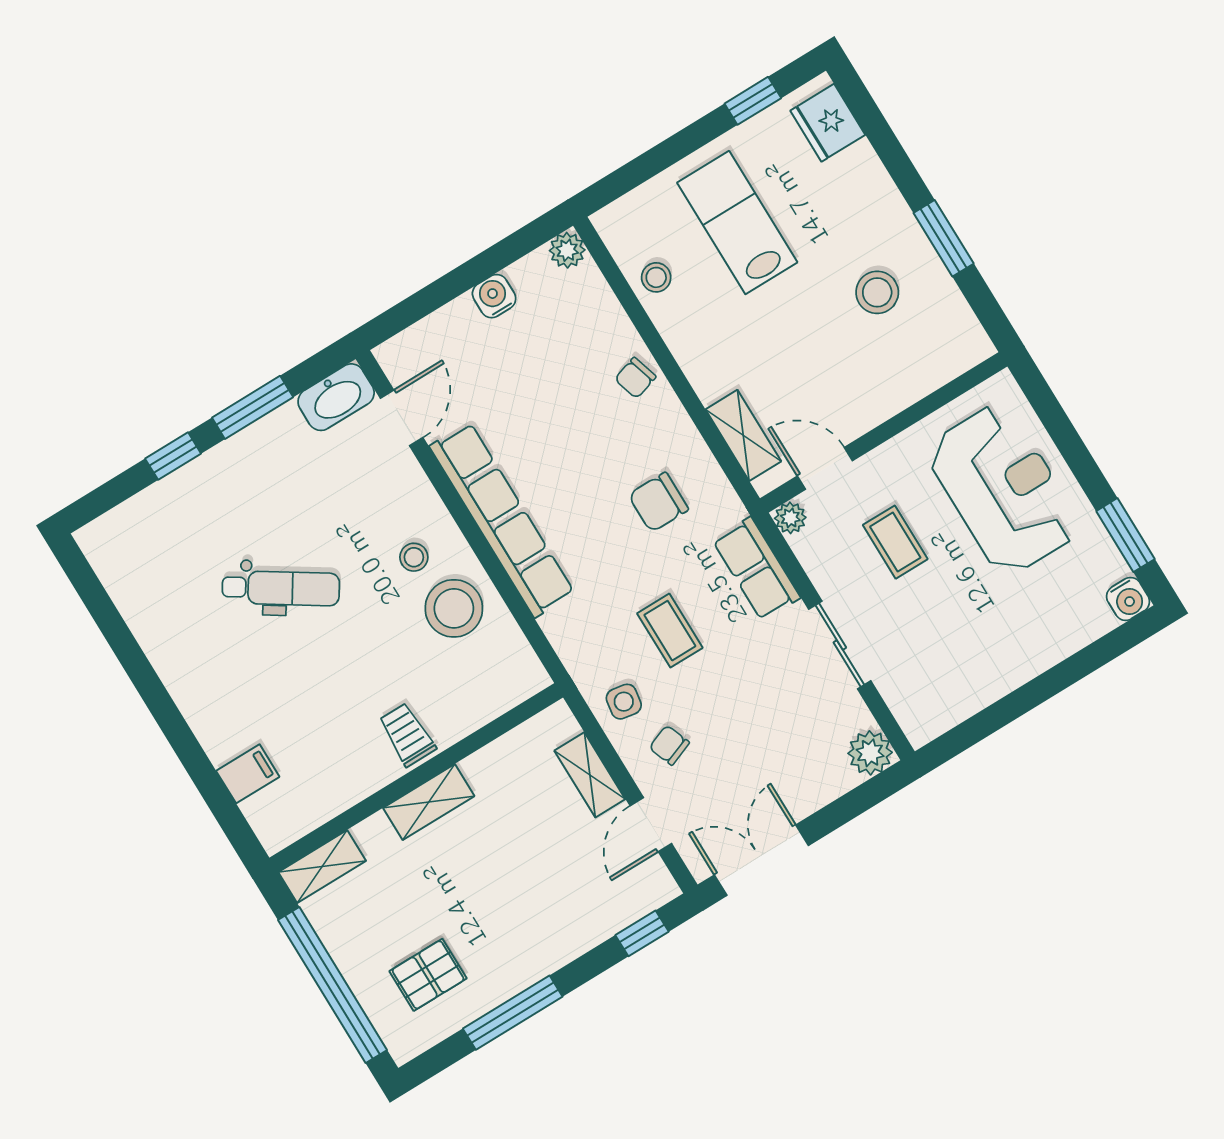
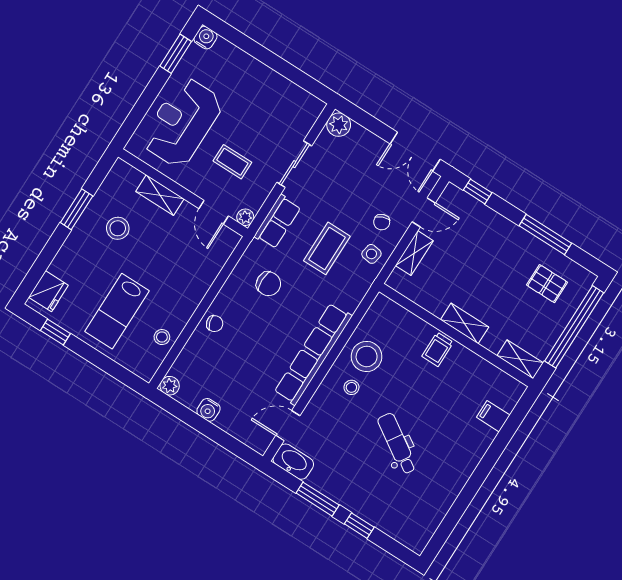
shelving: (743, 435) -> (160, 195), moved, turned 90
coffee table: (895, 542) -> (232, 162), turned 90
coffee table: (670, 631) -> (327, 248), width x1.36, depth x1.30

